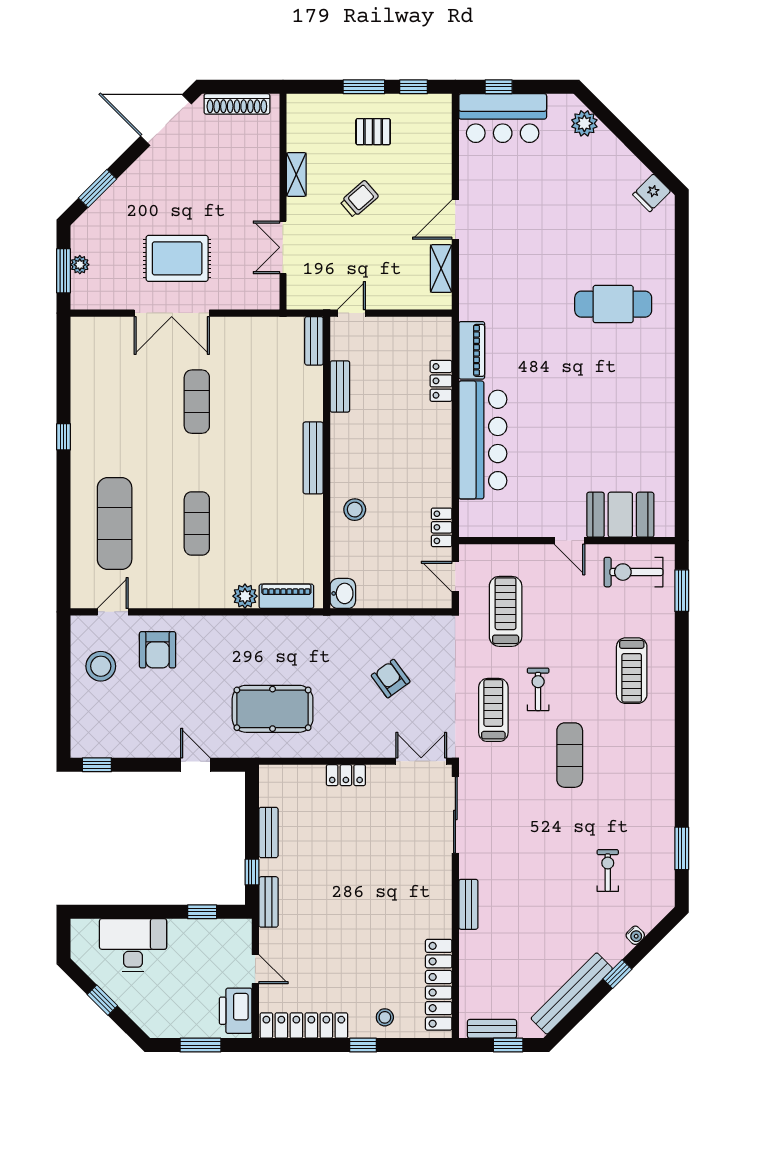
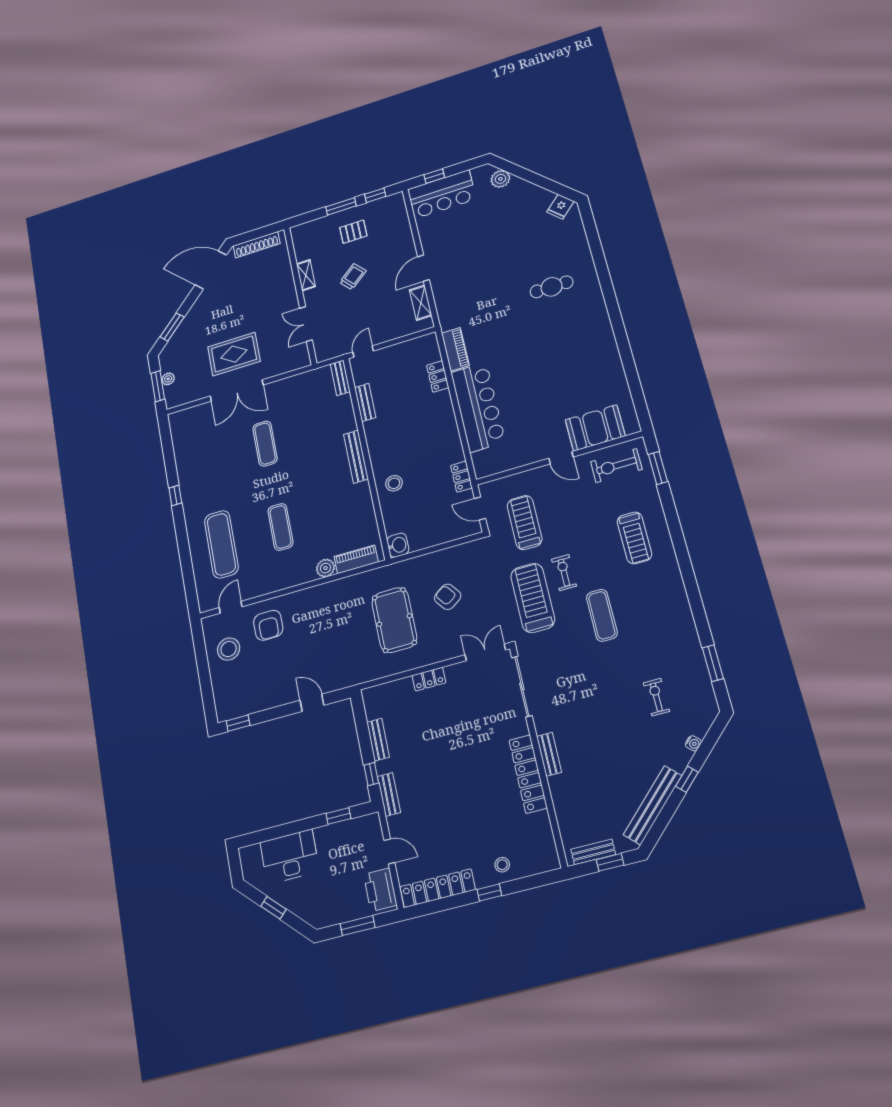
cafe table: (613, 304) -> (552, 287), width x0.73, depth x0.74
pool table: (273, 709) -> (394, 620), moved, turned 90
treadmill: (493, 710) -> (533, 598), width x1.37, depth x1.38
locker: (439, 985) -> (528, 774), moved

